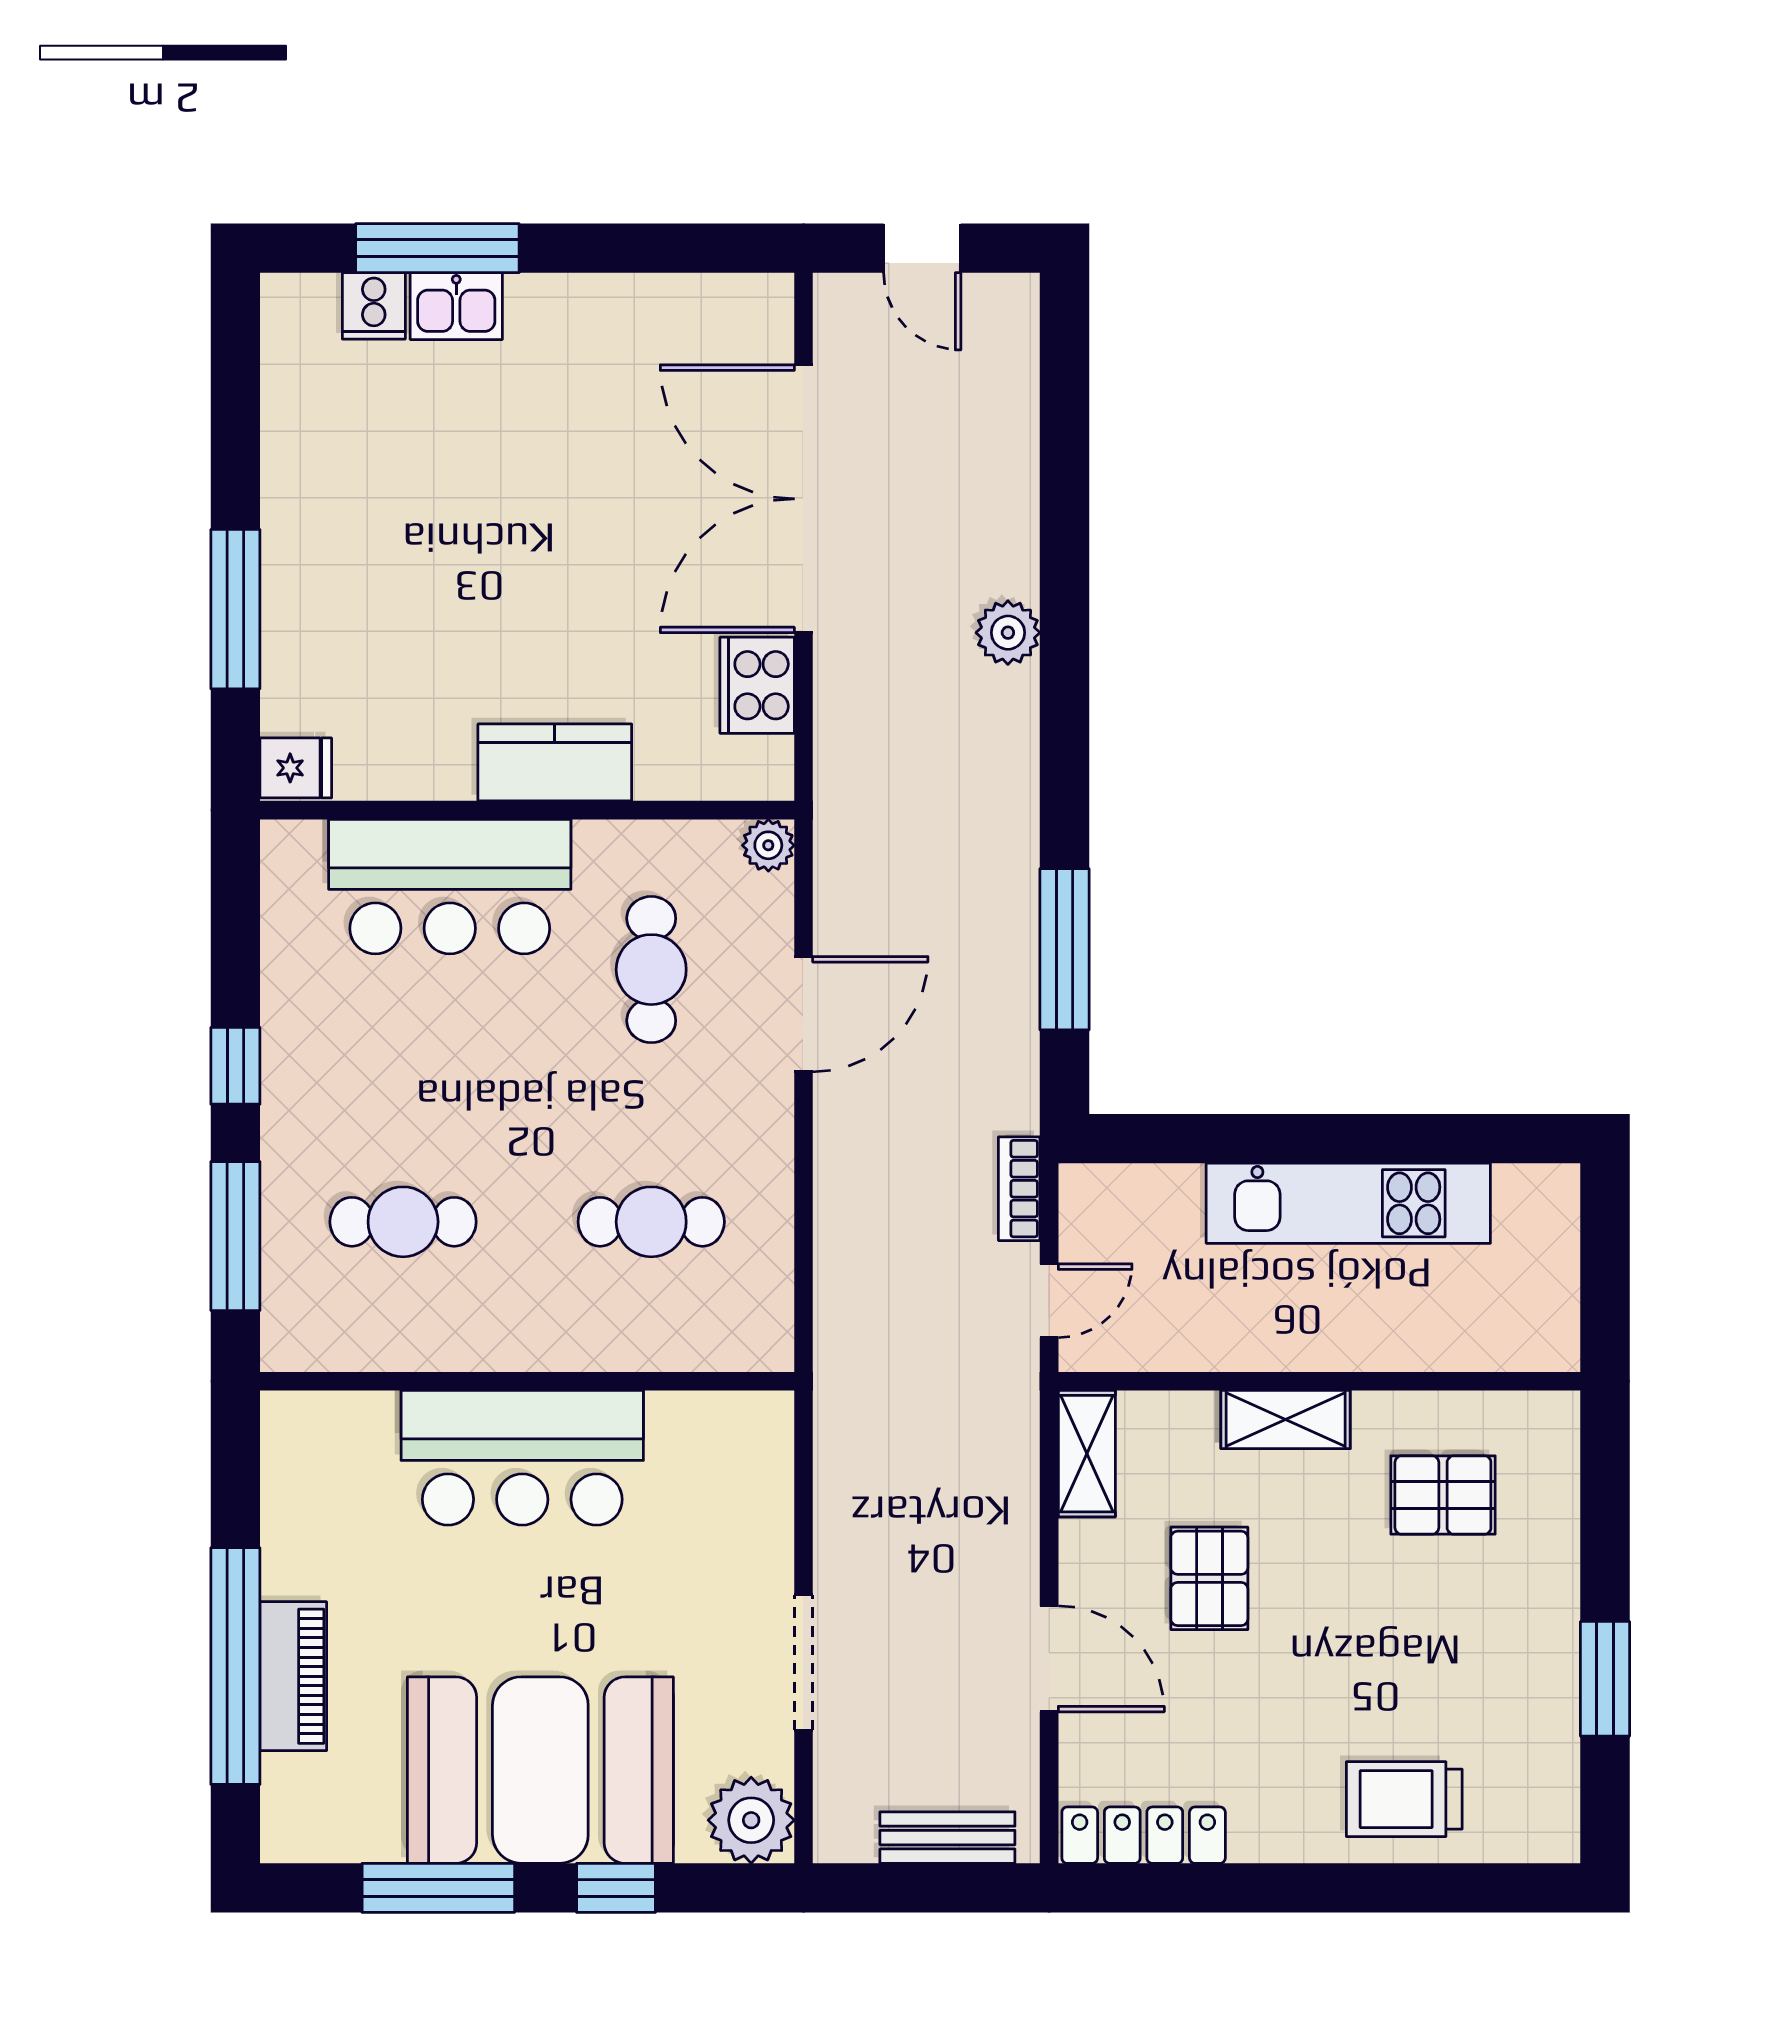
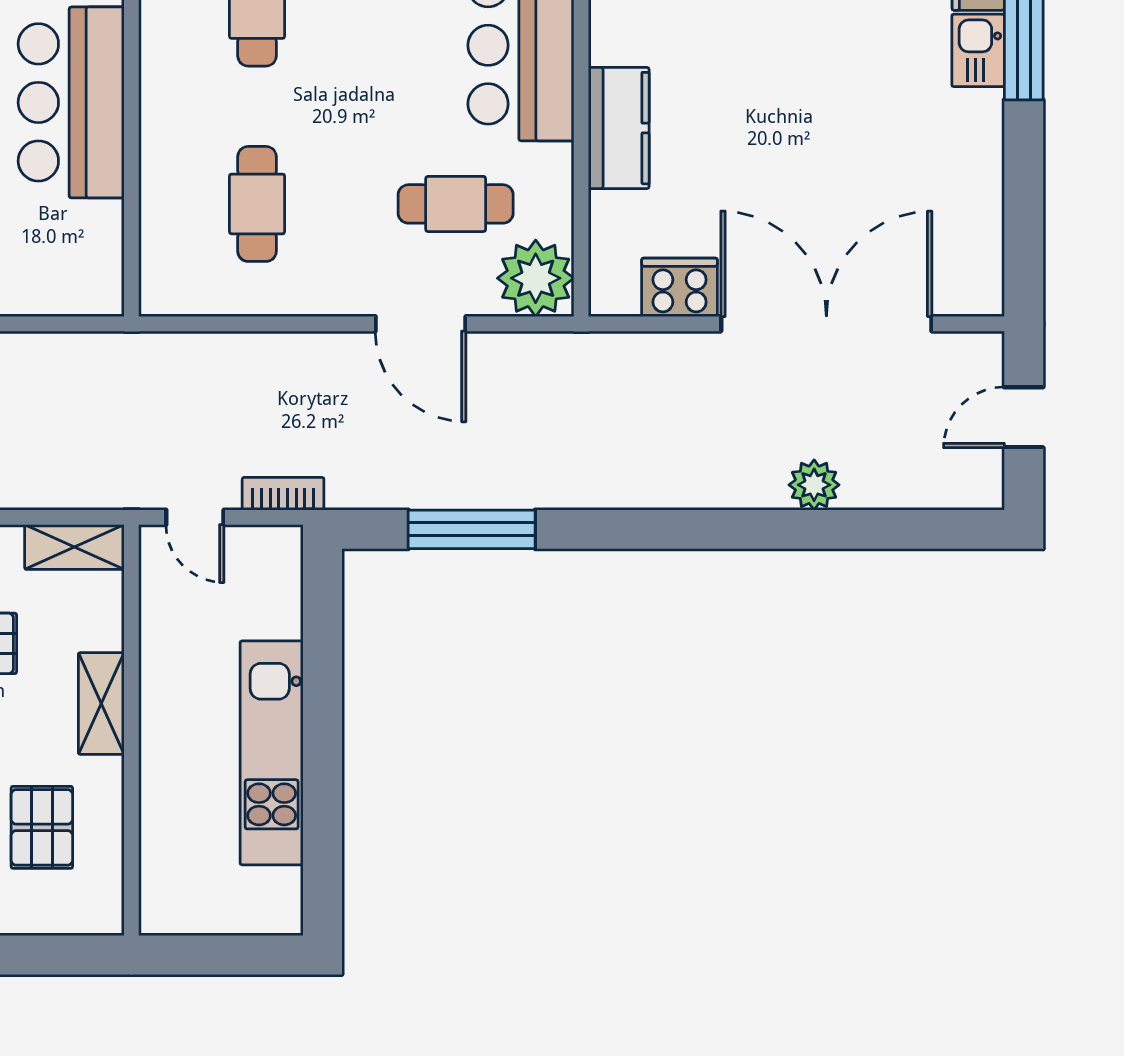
plant: (1008, 633) -> (814, 485), moved
plant: (768, 845) -> (536, 278), width x1.87, depth x1.87

